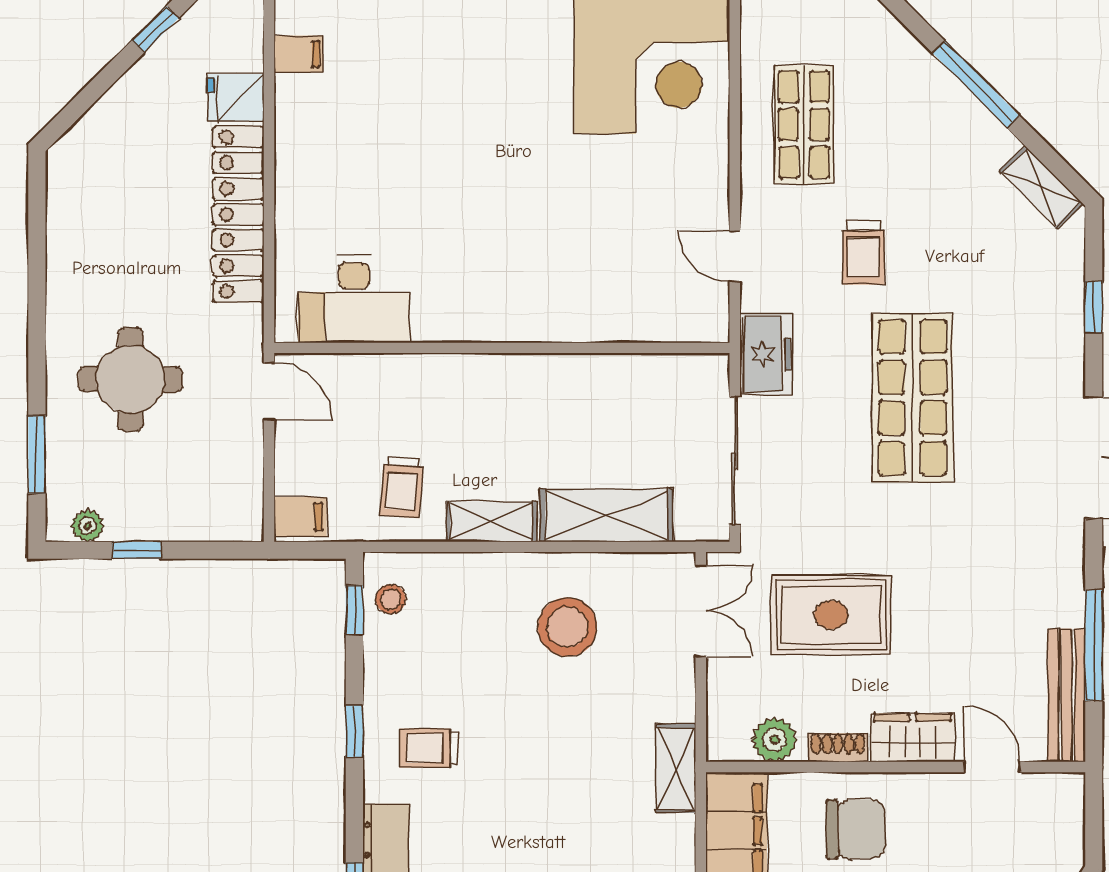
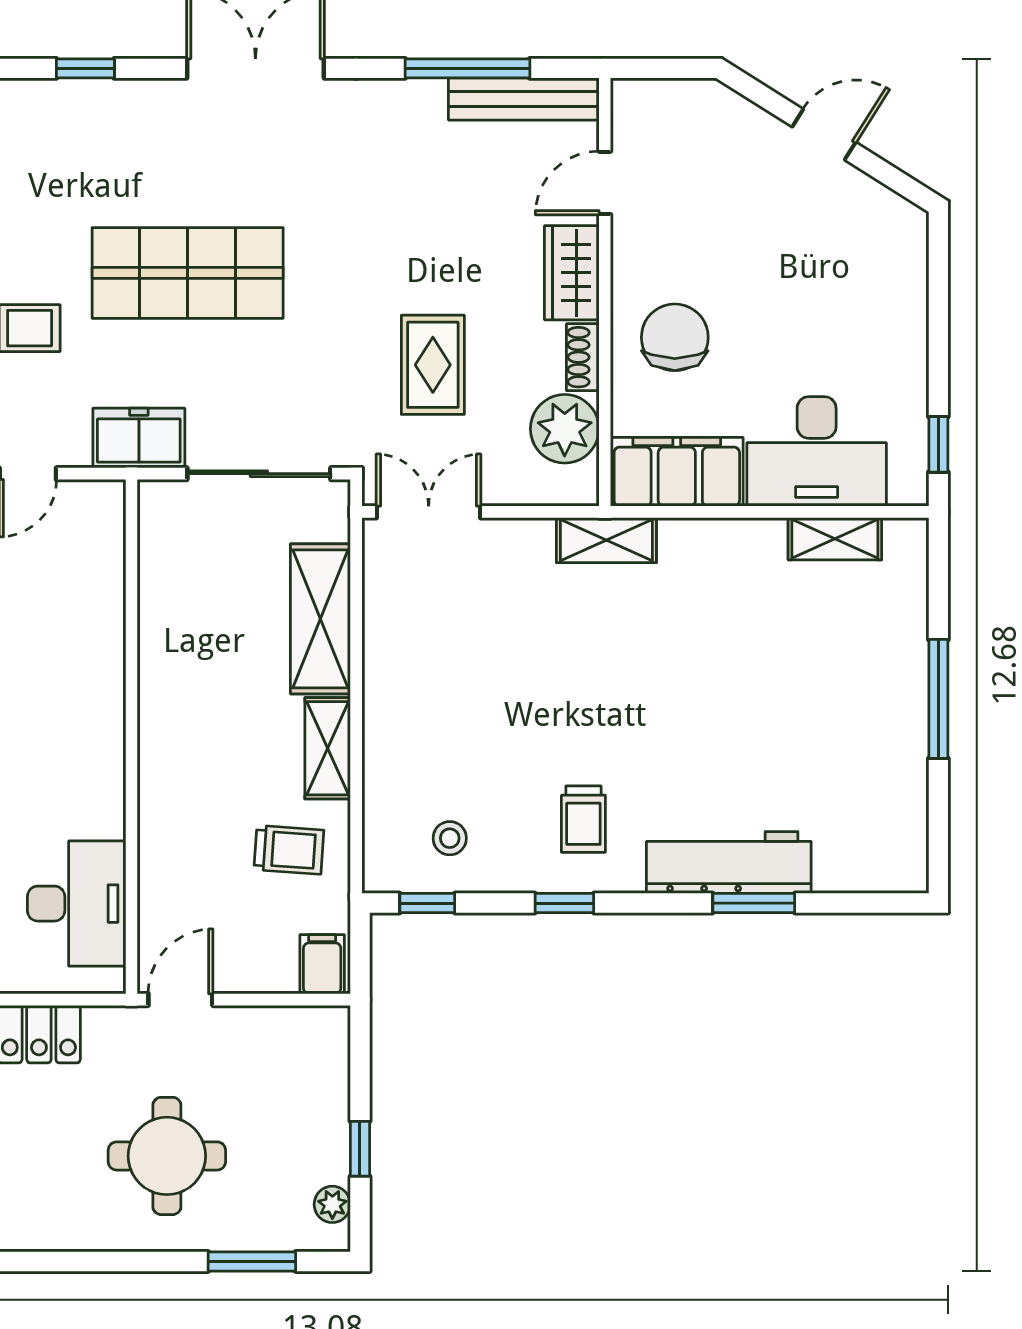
stool: (391, 599) -> (450, 838), moved
rug: (831, 615) -> (433, 365), width x0.73, depth x0.70
stool: (567, 627) -> (447, 663), removed
plant: (774, 740) -> (565, 429), width x1.36, depth x1.36

